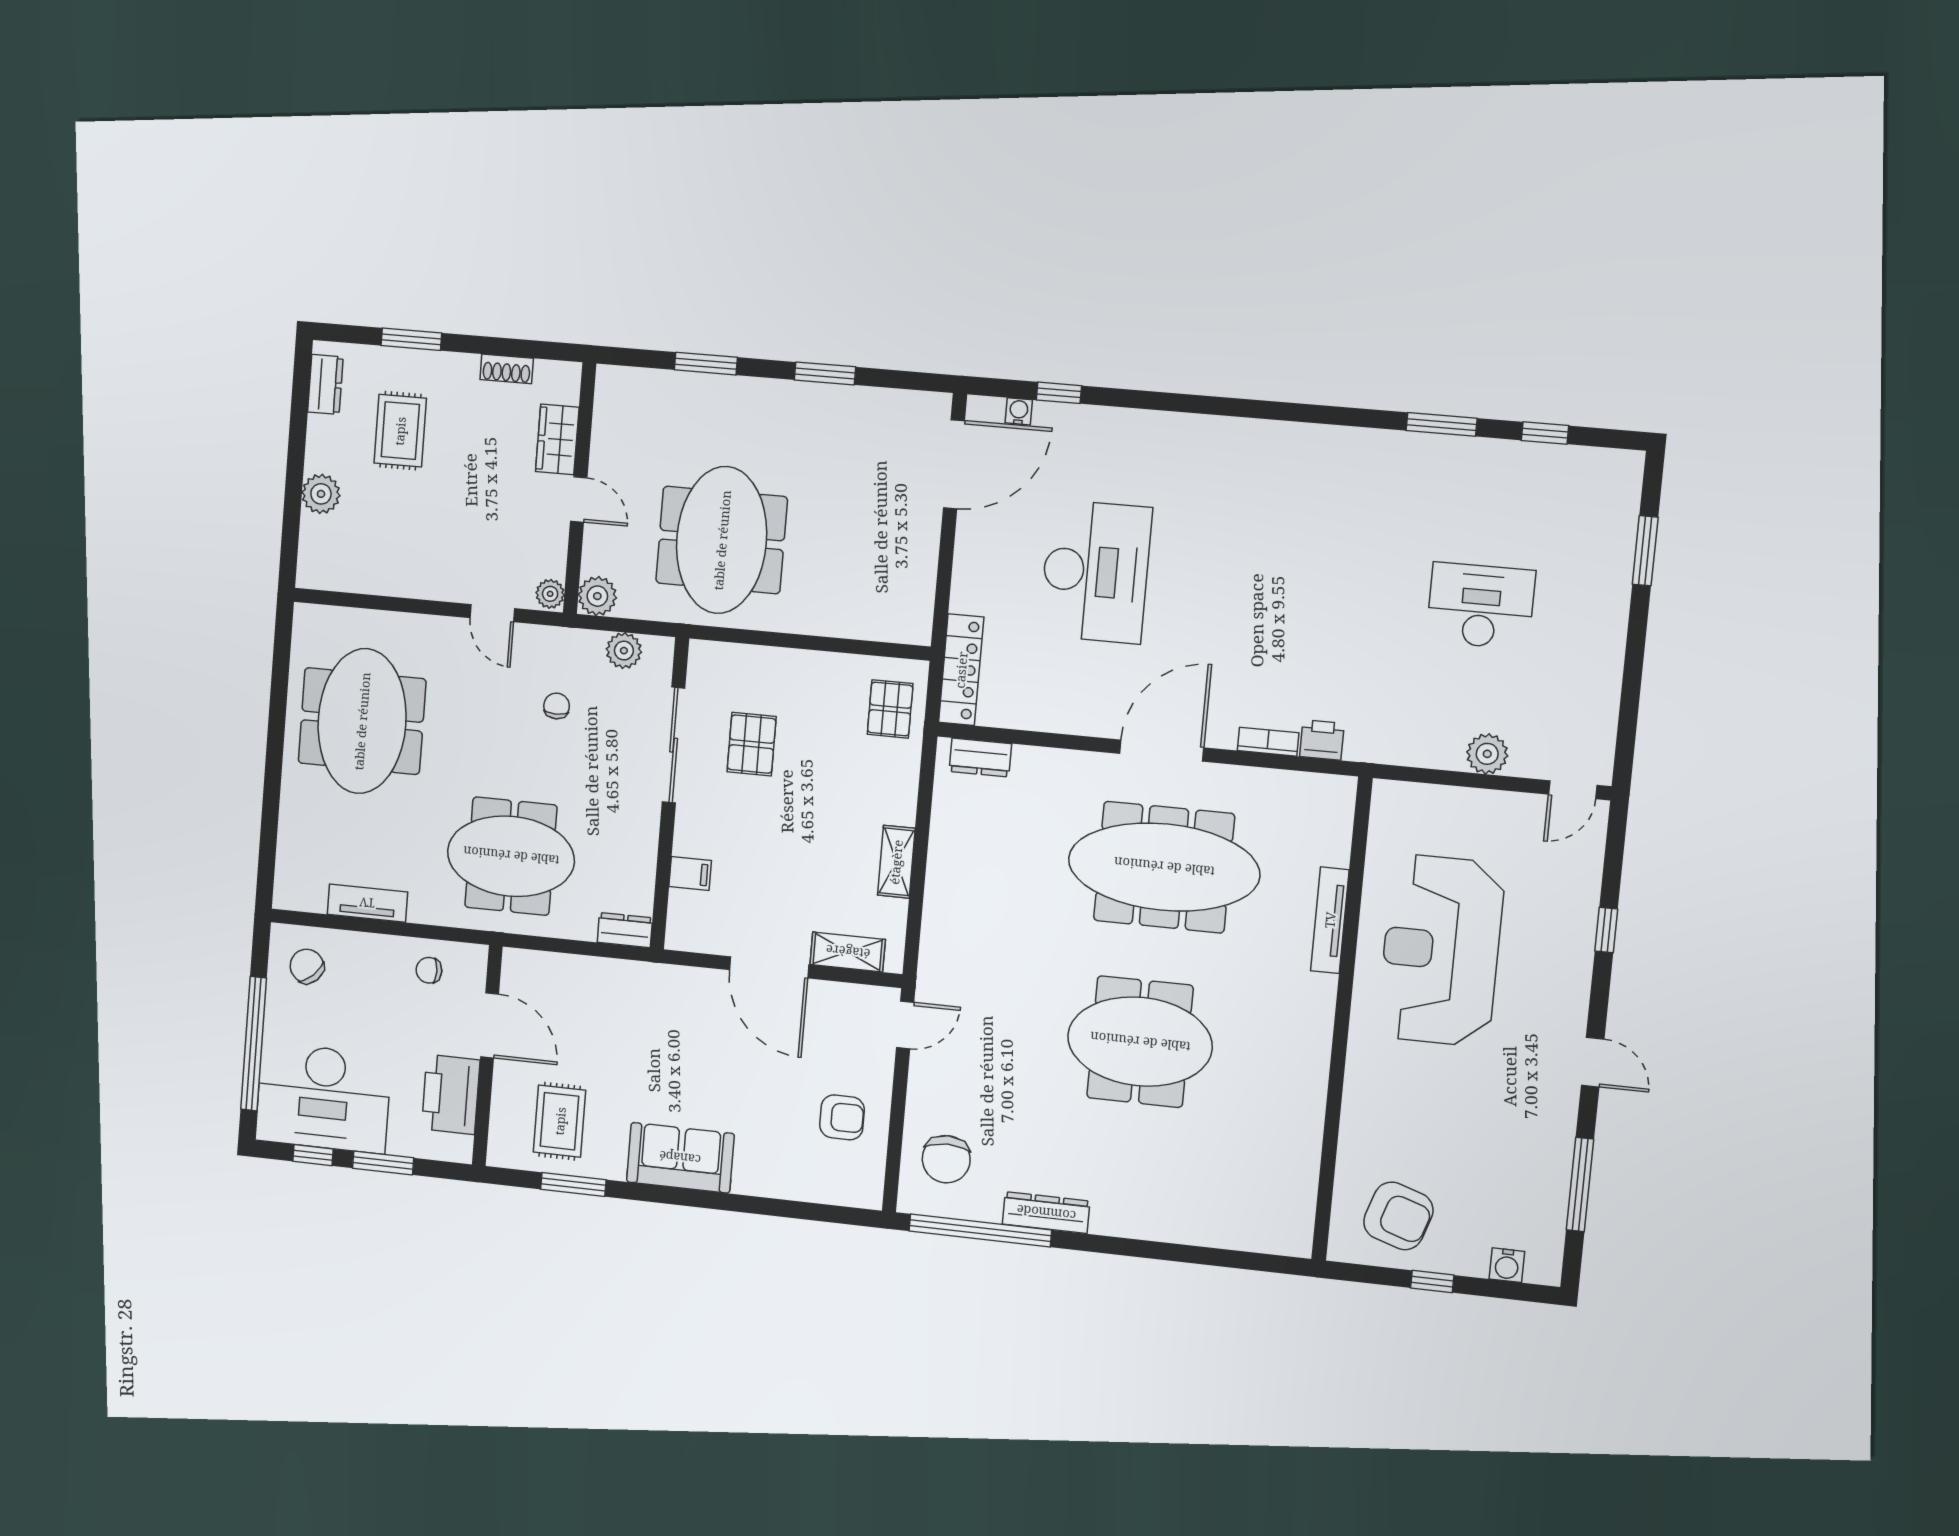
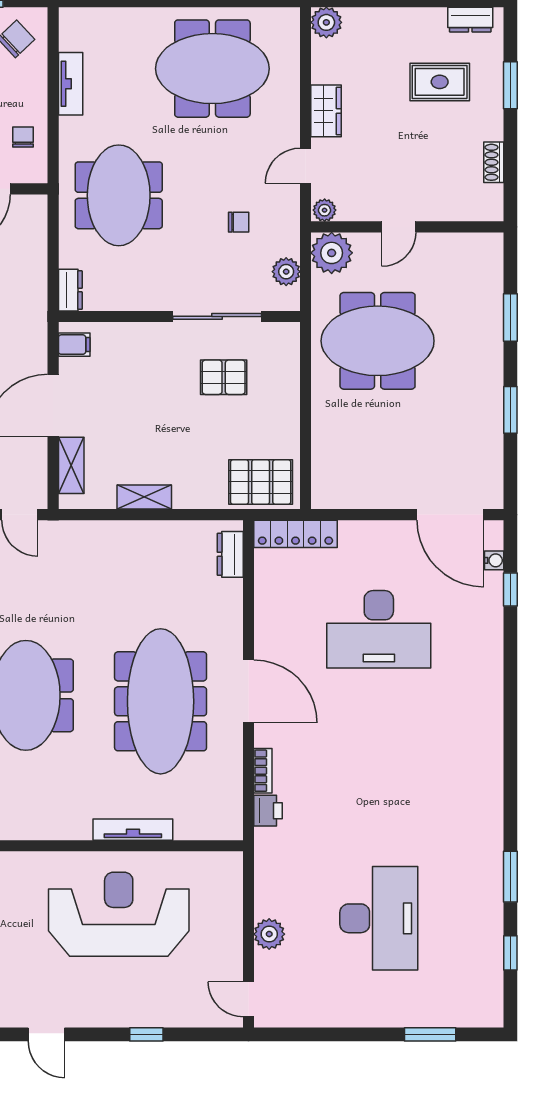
wardrobe: (557, 439) -> (326, 111), moved, turned 90
plant: (321, 494) -> (326, 22), moved
plant: (597, 596) -> (332, 253), width x1.36, depth x1.36
desk: (1481, 606) -> (379, 918), width x1.36, depth x1.30
pallet: (890, 709) -> (261, 482), width x1.50, depth x1.42
filing cabinet: (690, 874) -> (74, 345), moved, turned -90
door: (1593, 1062) -> (46, 1034), hinge flipped

